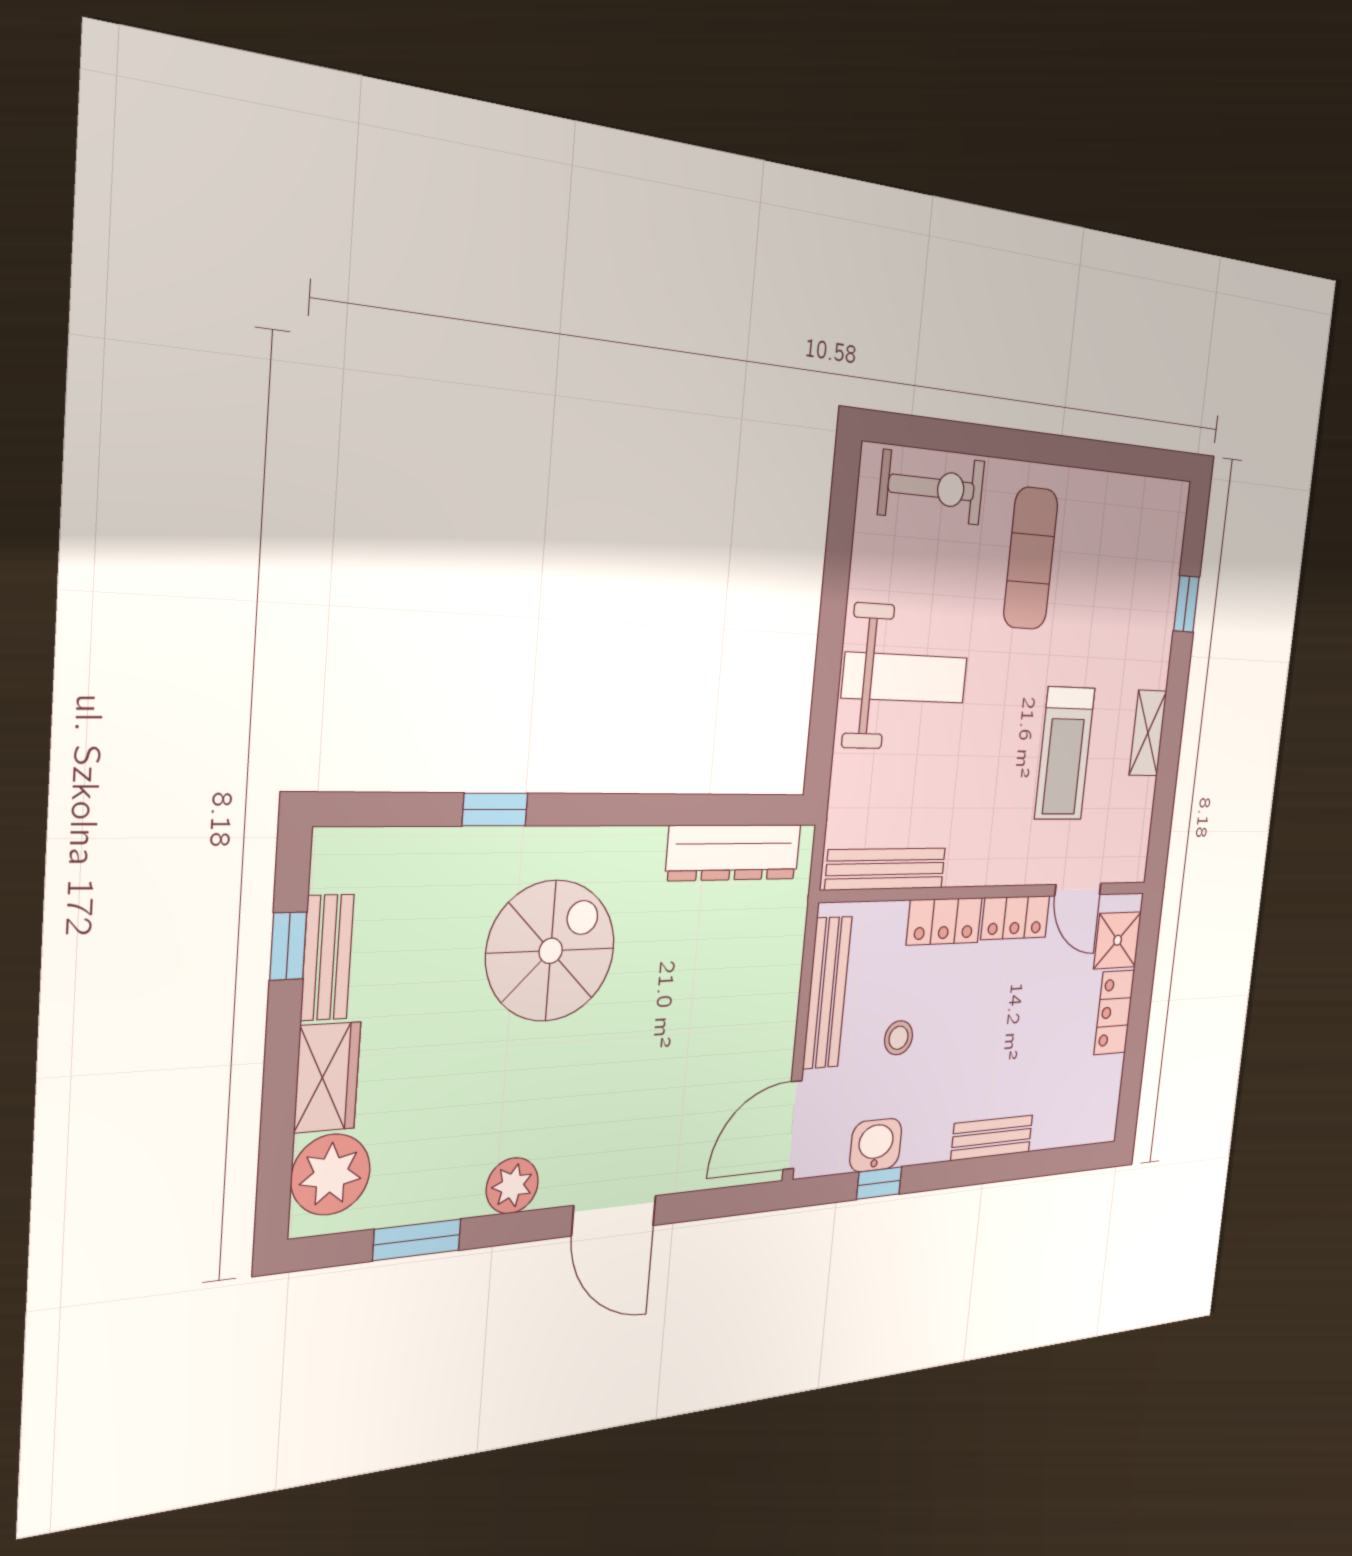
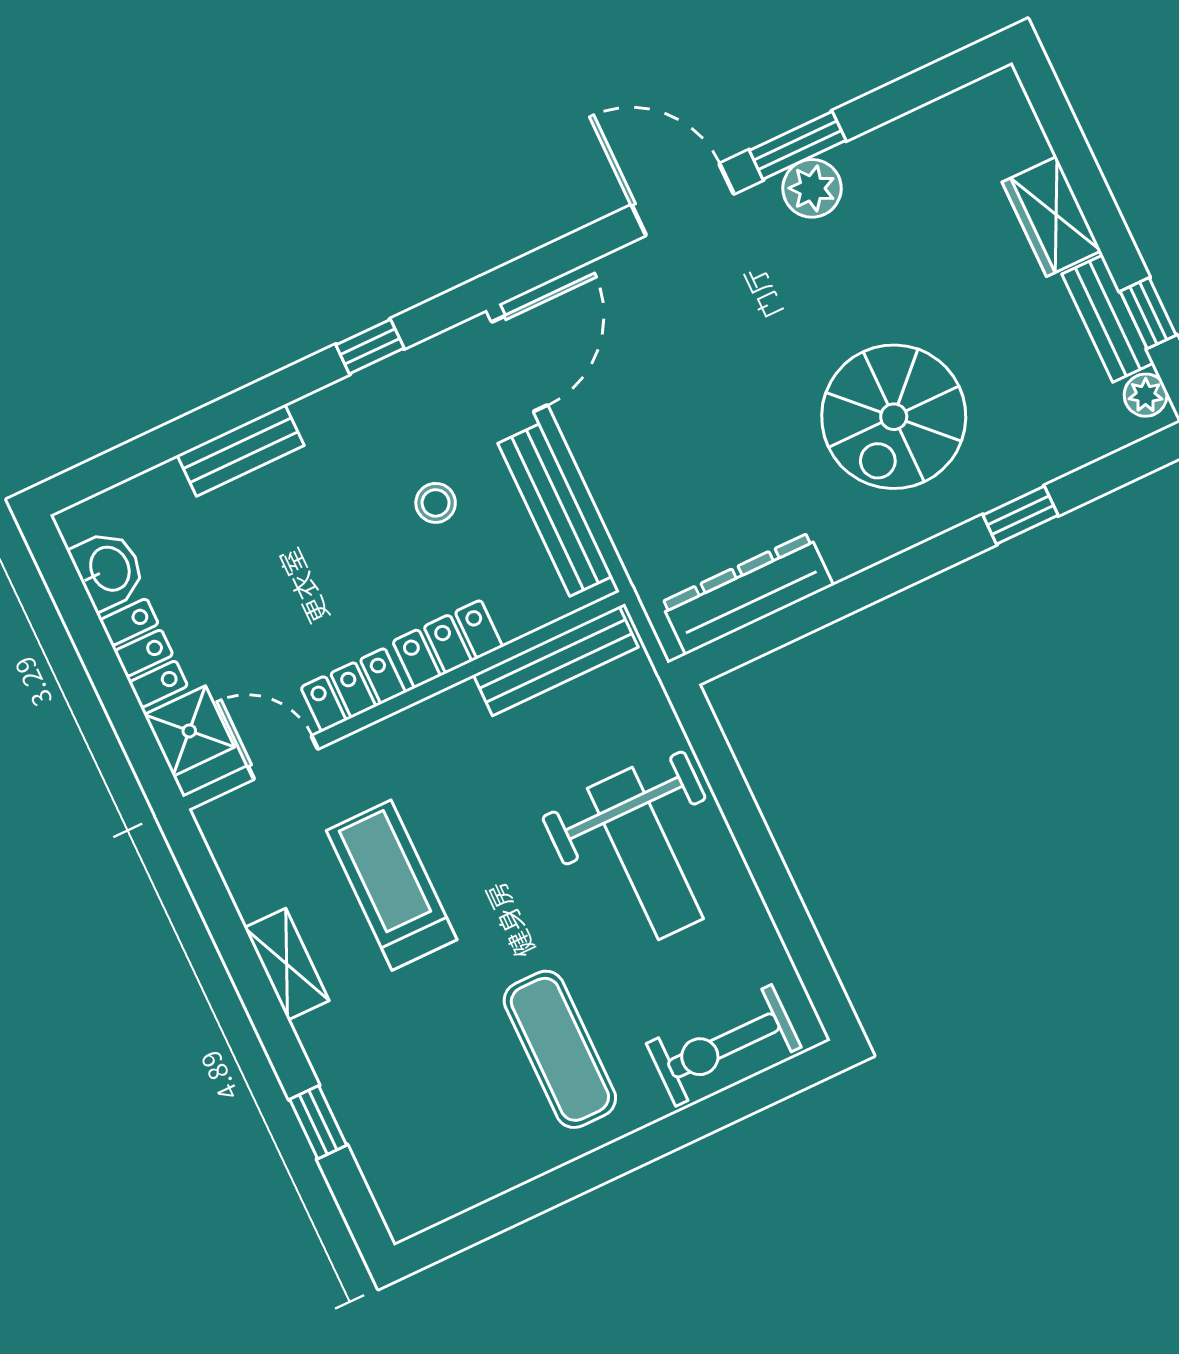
weight bench: (905, 678) -> (645, 853), turned -90
washbasin: (876, 1145) -> (108, 569), moved, turned -90
plant: (331, 1174) -> (1146, 395), moved, width x0.53, depth x0.53
window: (417, 1240) -> (798, 145), moved

